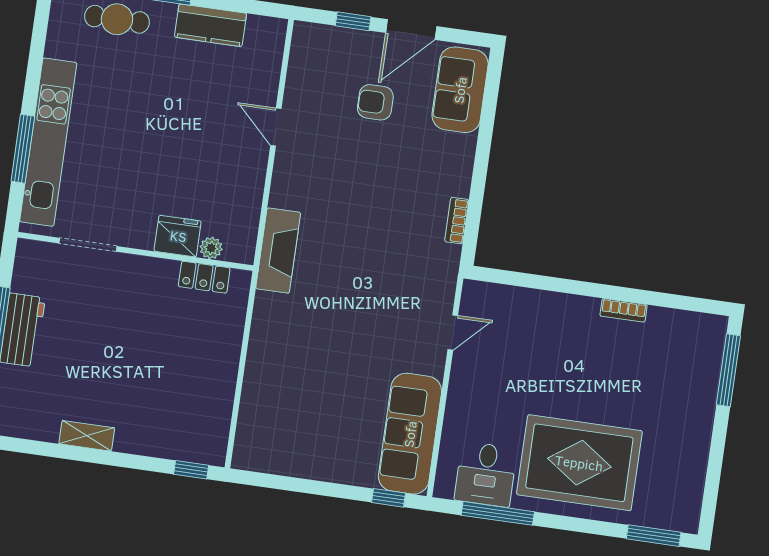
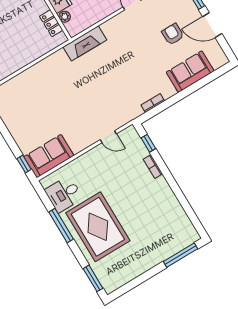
sofa: (460, 90) -> (190, 72), moved
window: (514, 278) -> (148, 143), added
bookcase: (624, 310) -> (153, 167), moved
sofa: (410, 434) -> (49, 156), width x0.73
window: (498, 513) -> (61, 226), moved

